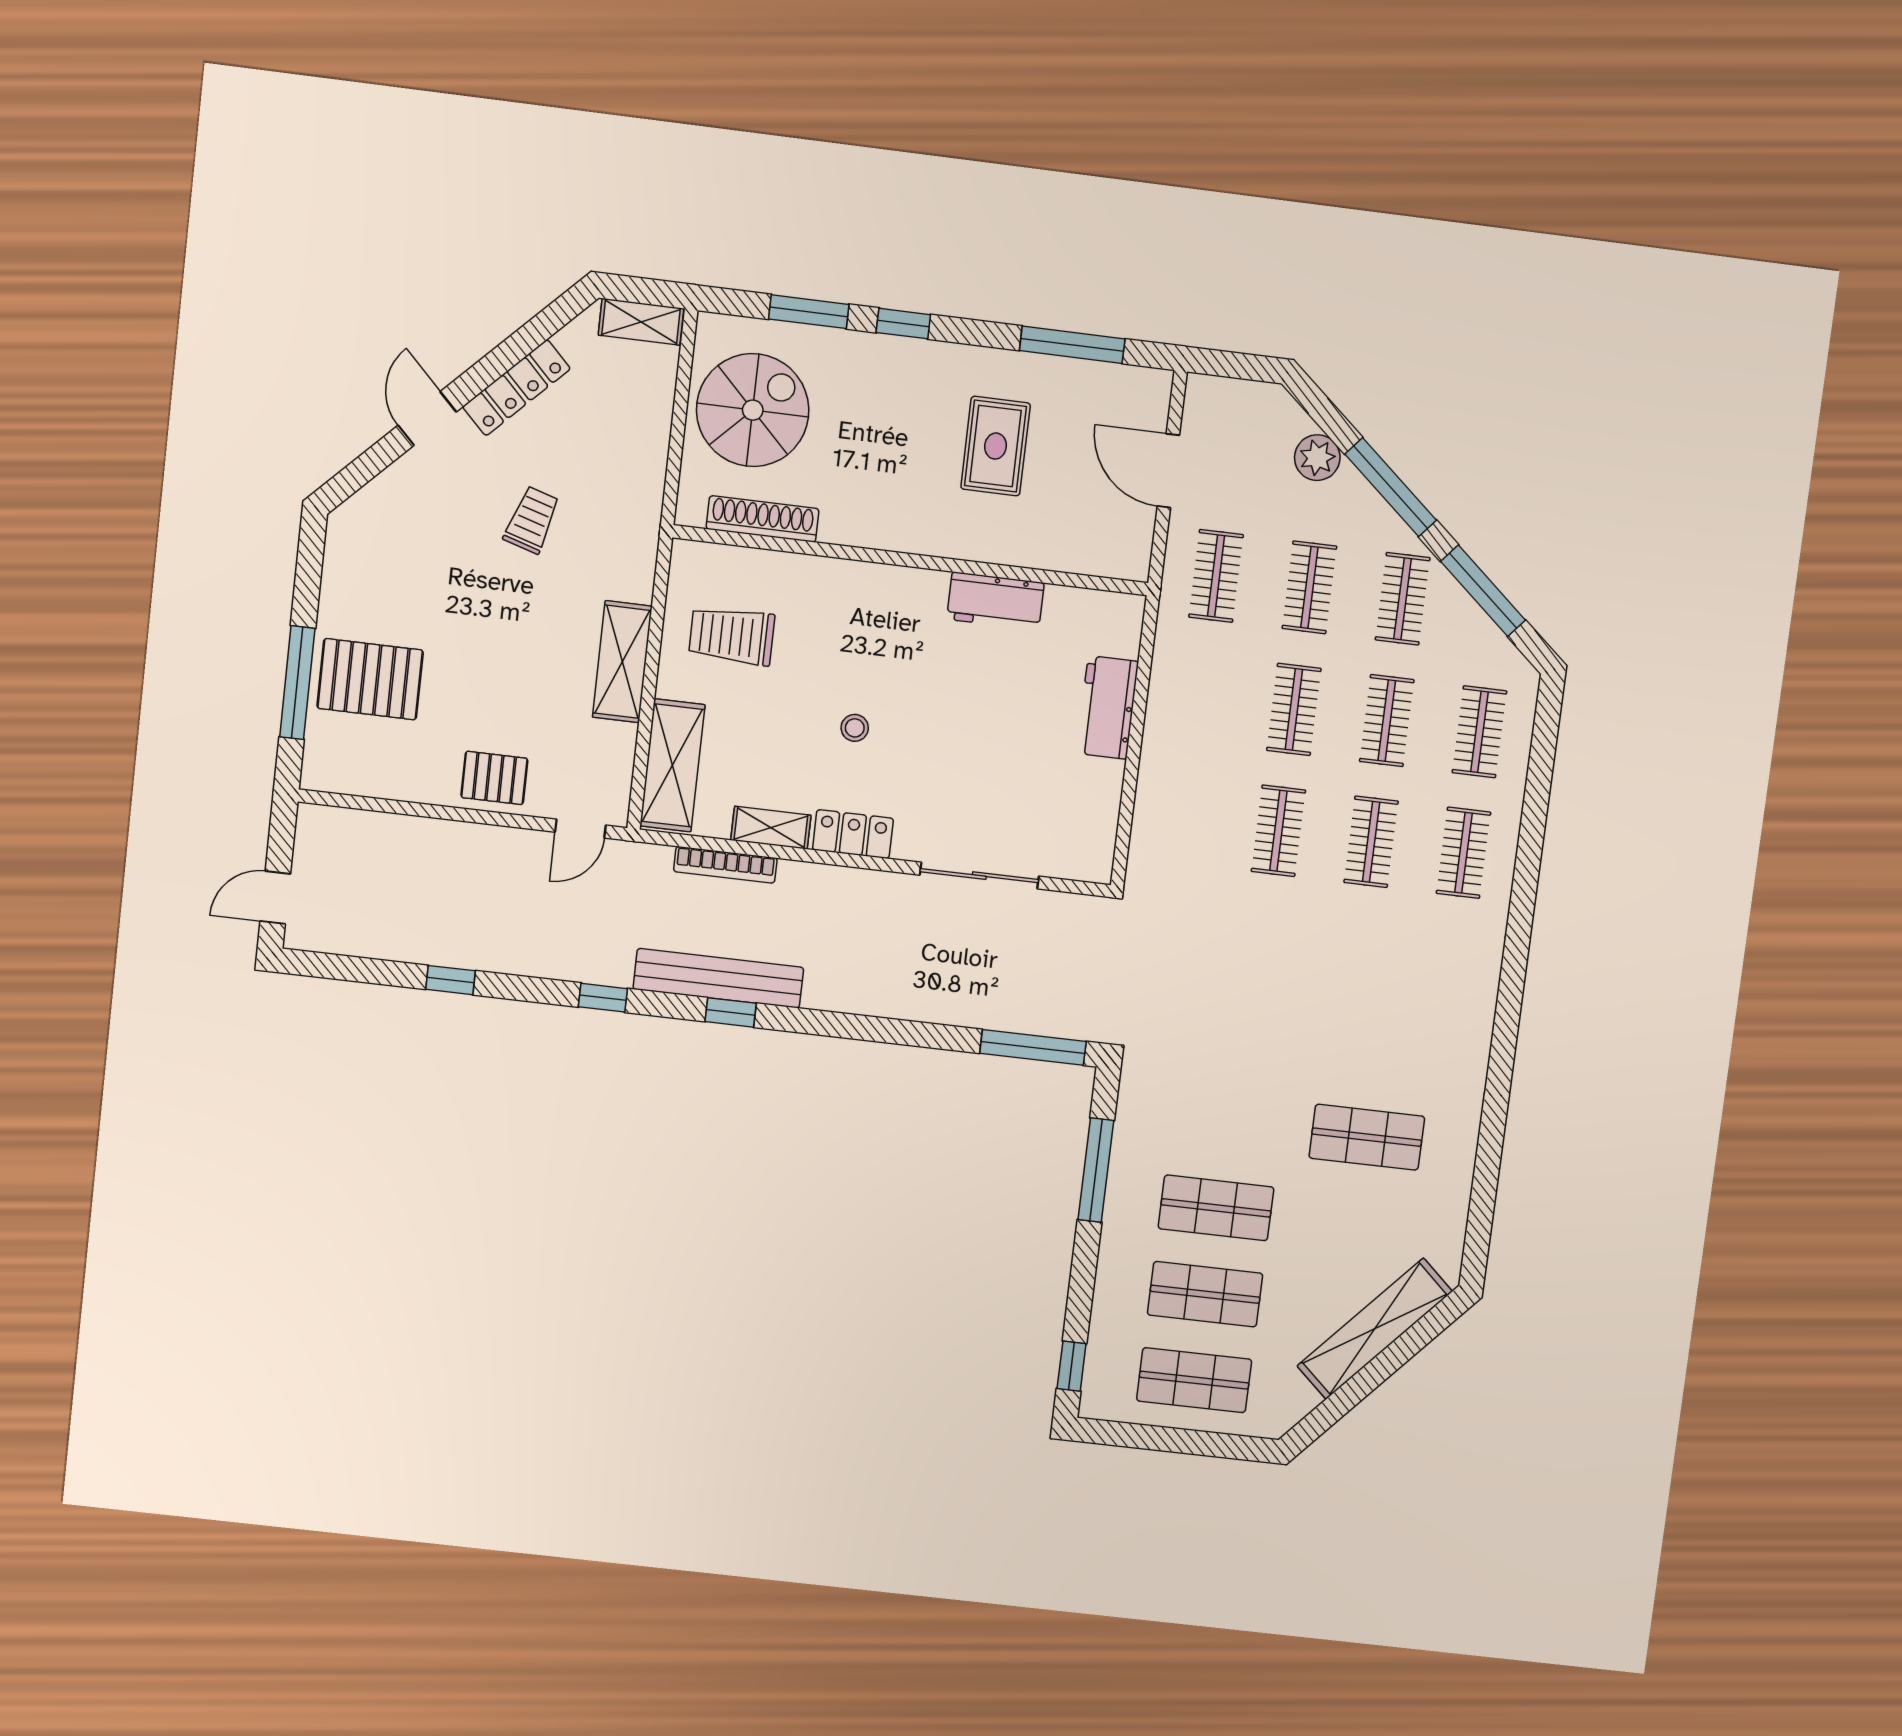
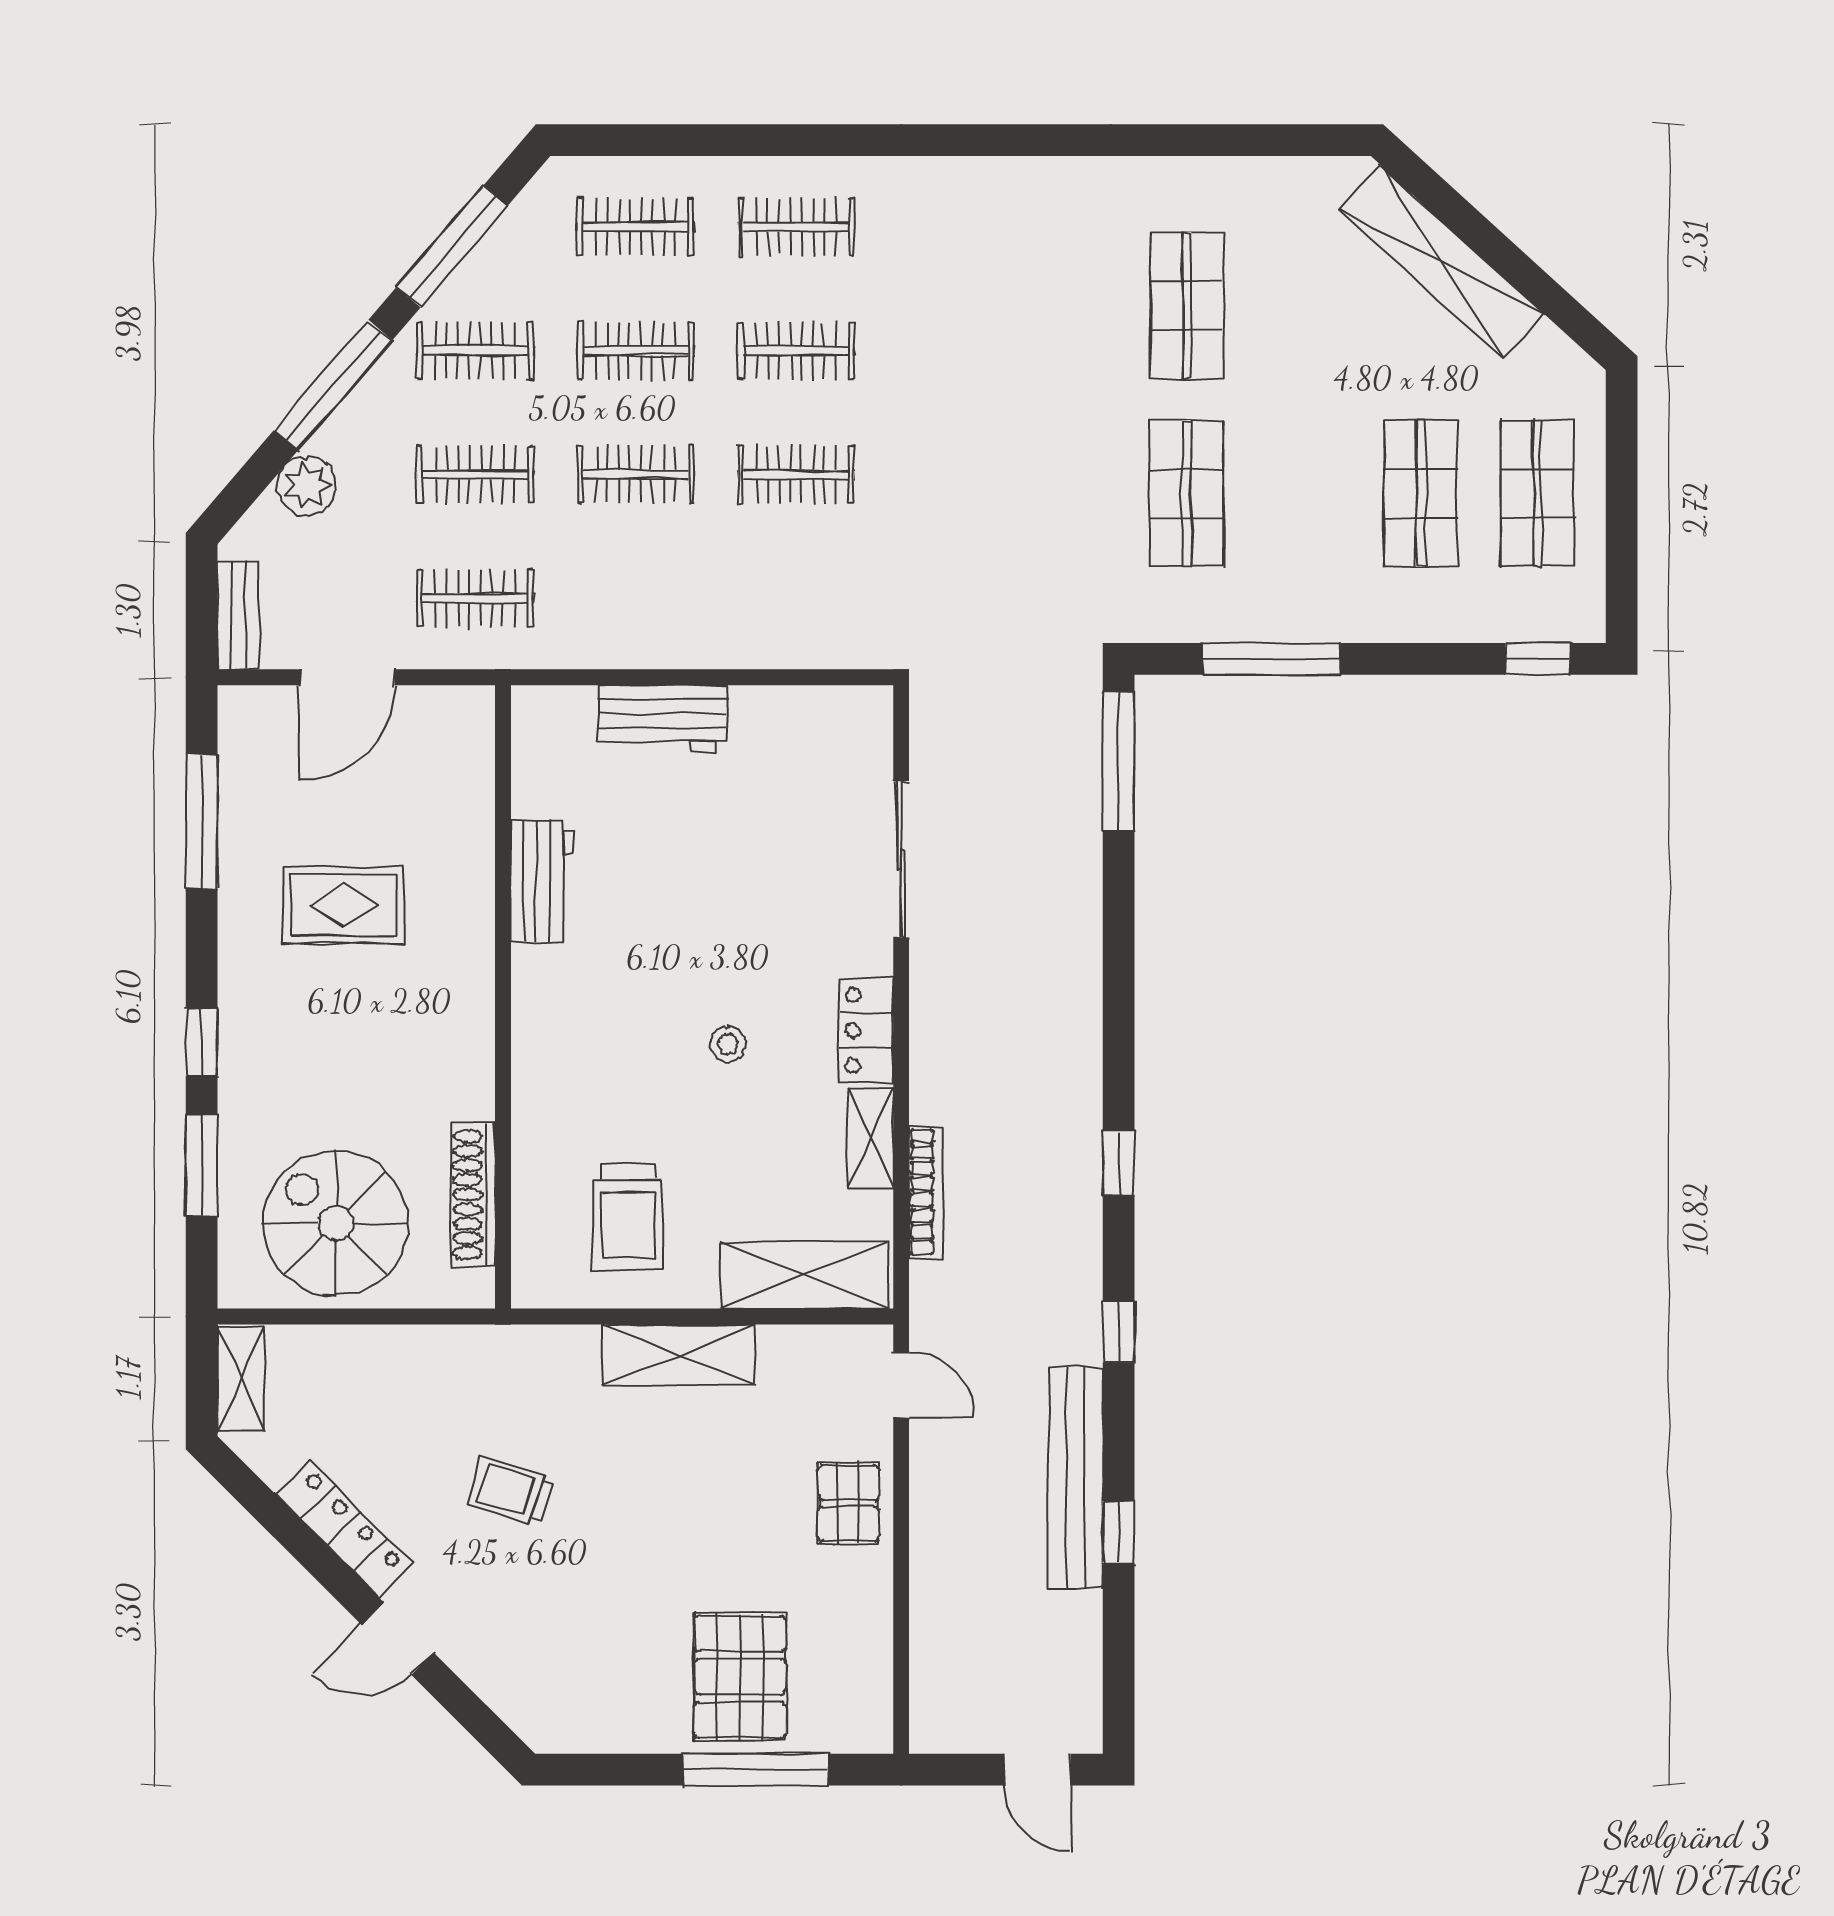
bench: (1226, 392) -> (238, 615), added
bench: (718, 978) -> (1076, 1478), moved
shop shelf: (1216, 1208) -> (1187, 493), moved

